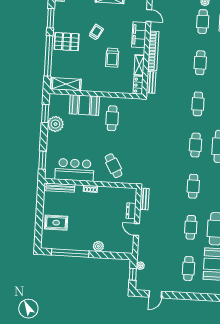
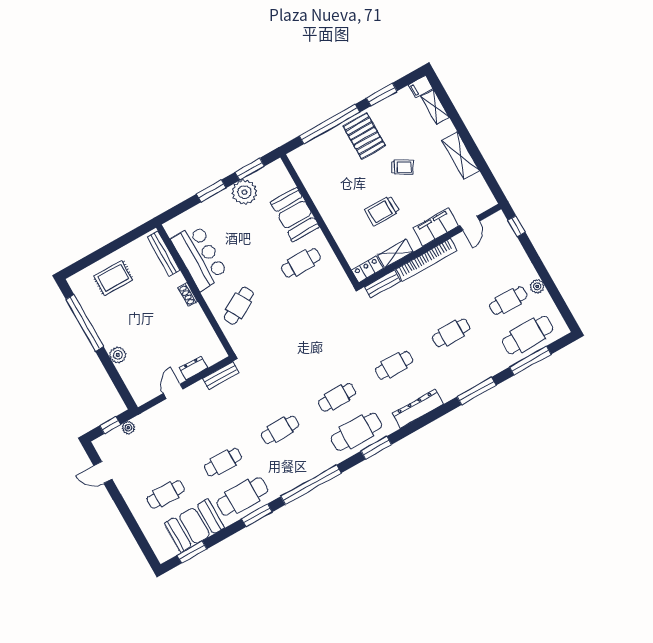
shelving: (66, 84) -> (307, 172), removed
window: (42, 160) -> (211, 191), moved
rug: (56, 223) -> (113, 278), turned 90

